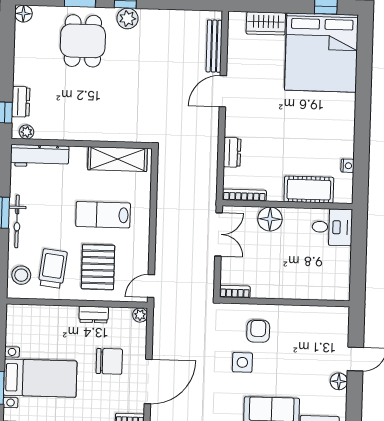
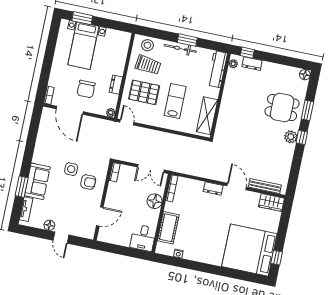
wardrobe: (266, 23) -> (271, 202), moved, turned -90
dresser: (232, 152) -> (213, 188), moved
door: (310, 303) -> (100, 216), added

